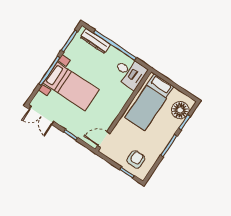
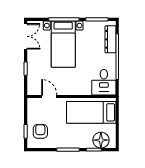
double door: (42, 115) -> (26, 36), swing flipped
door: (104, 140) -> (49, 97), moved
armchair: (136, 159) -> (40, 131), turned -90

